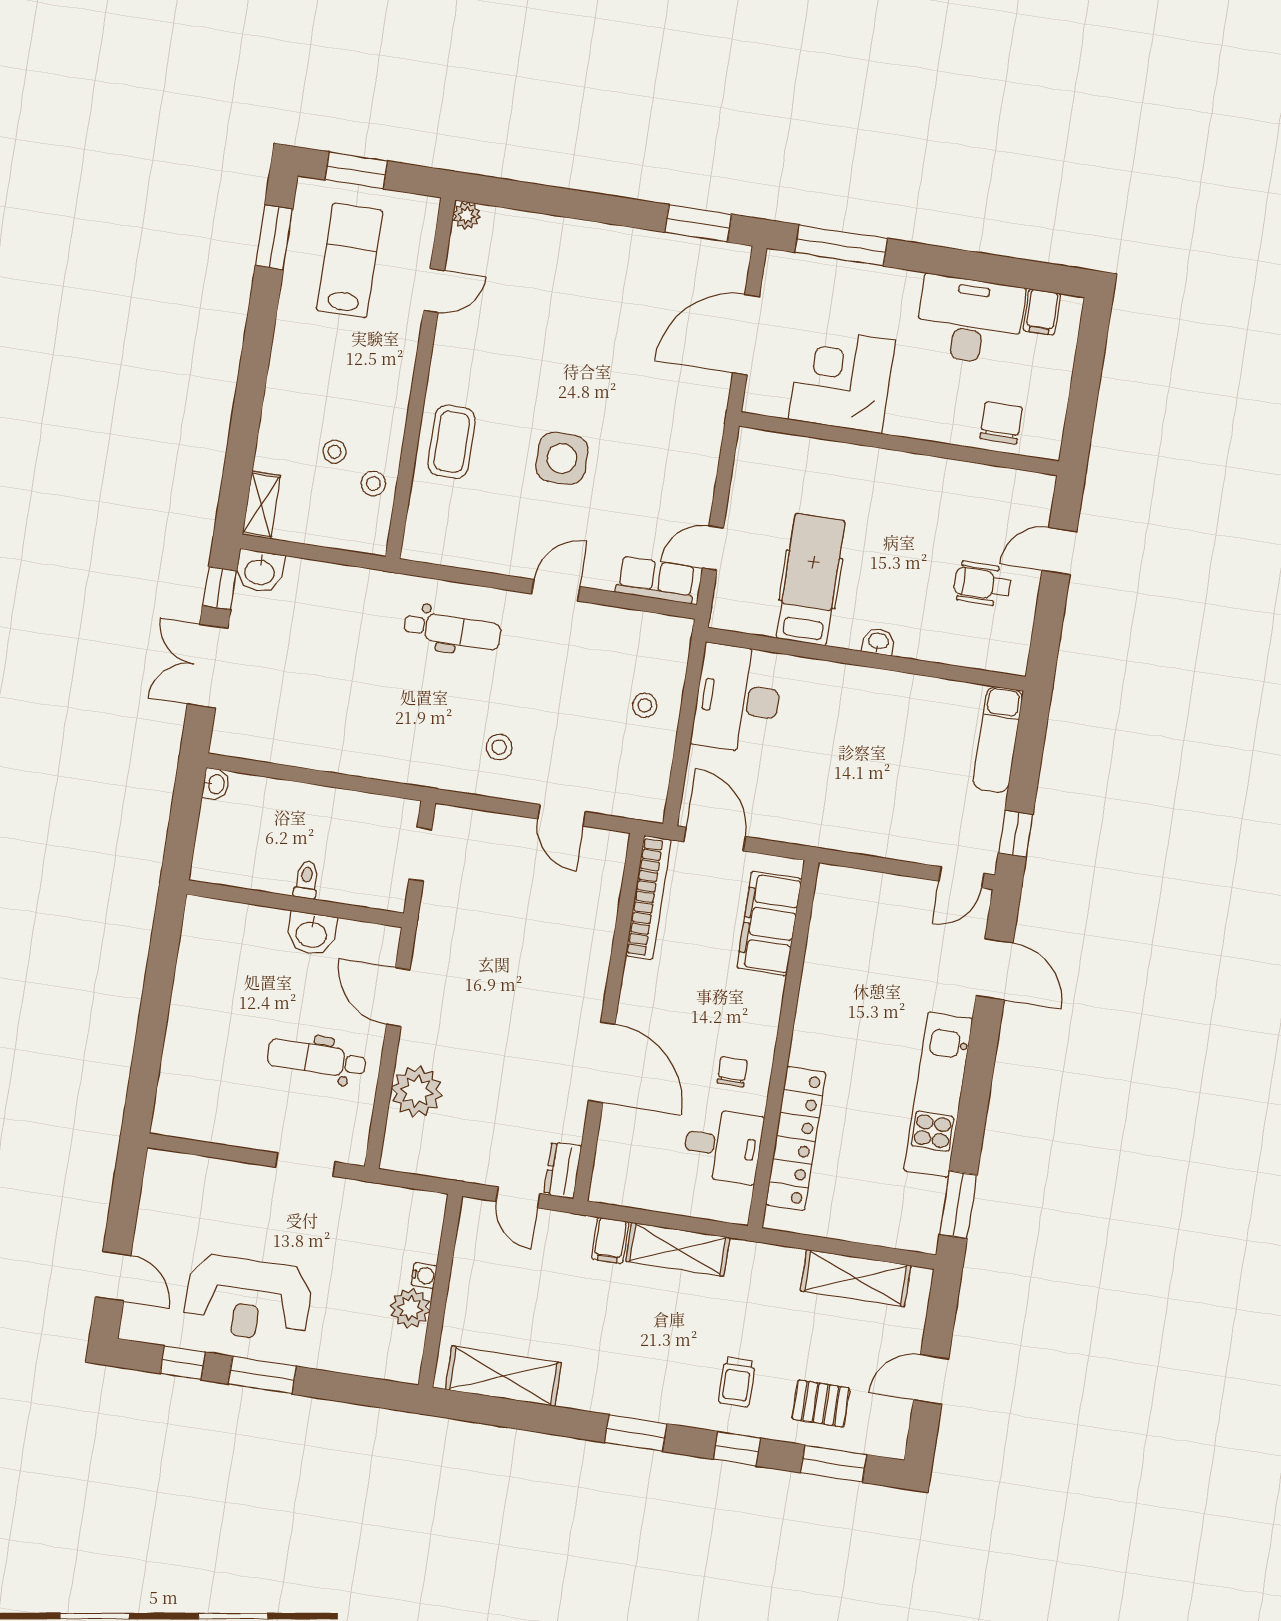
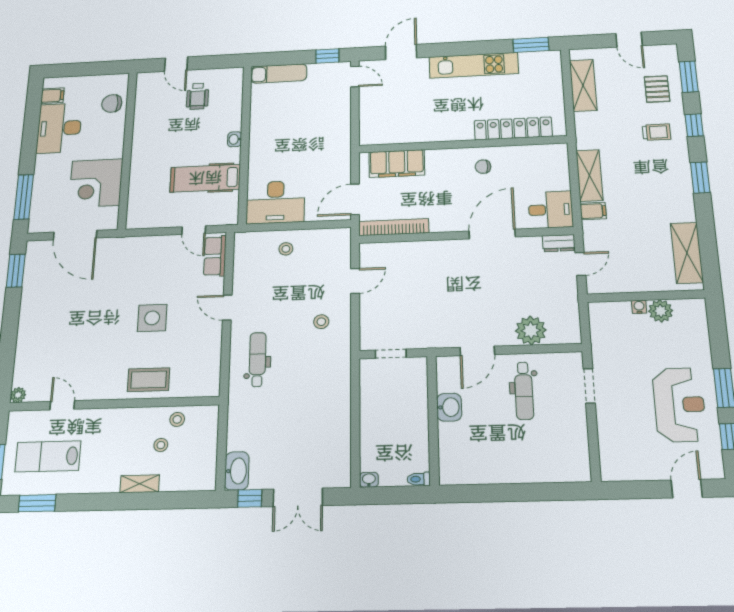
shelving: (261, 505) -> (140, 484), moved
washbasin: (260, 571) -> (237, 471), width x1.38
toilet: (306, 880) -> (419, 479), moved
desk: (723, 1146) -> (551, 210), moved, turned 90

